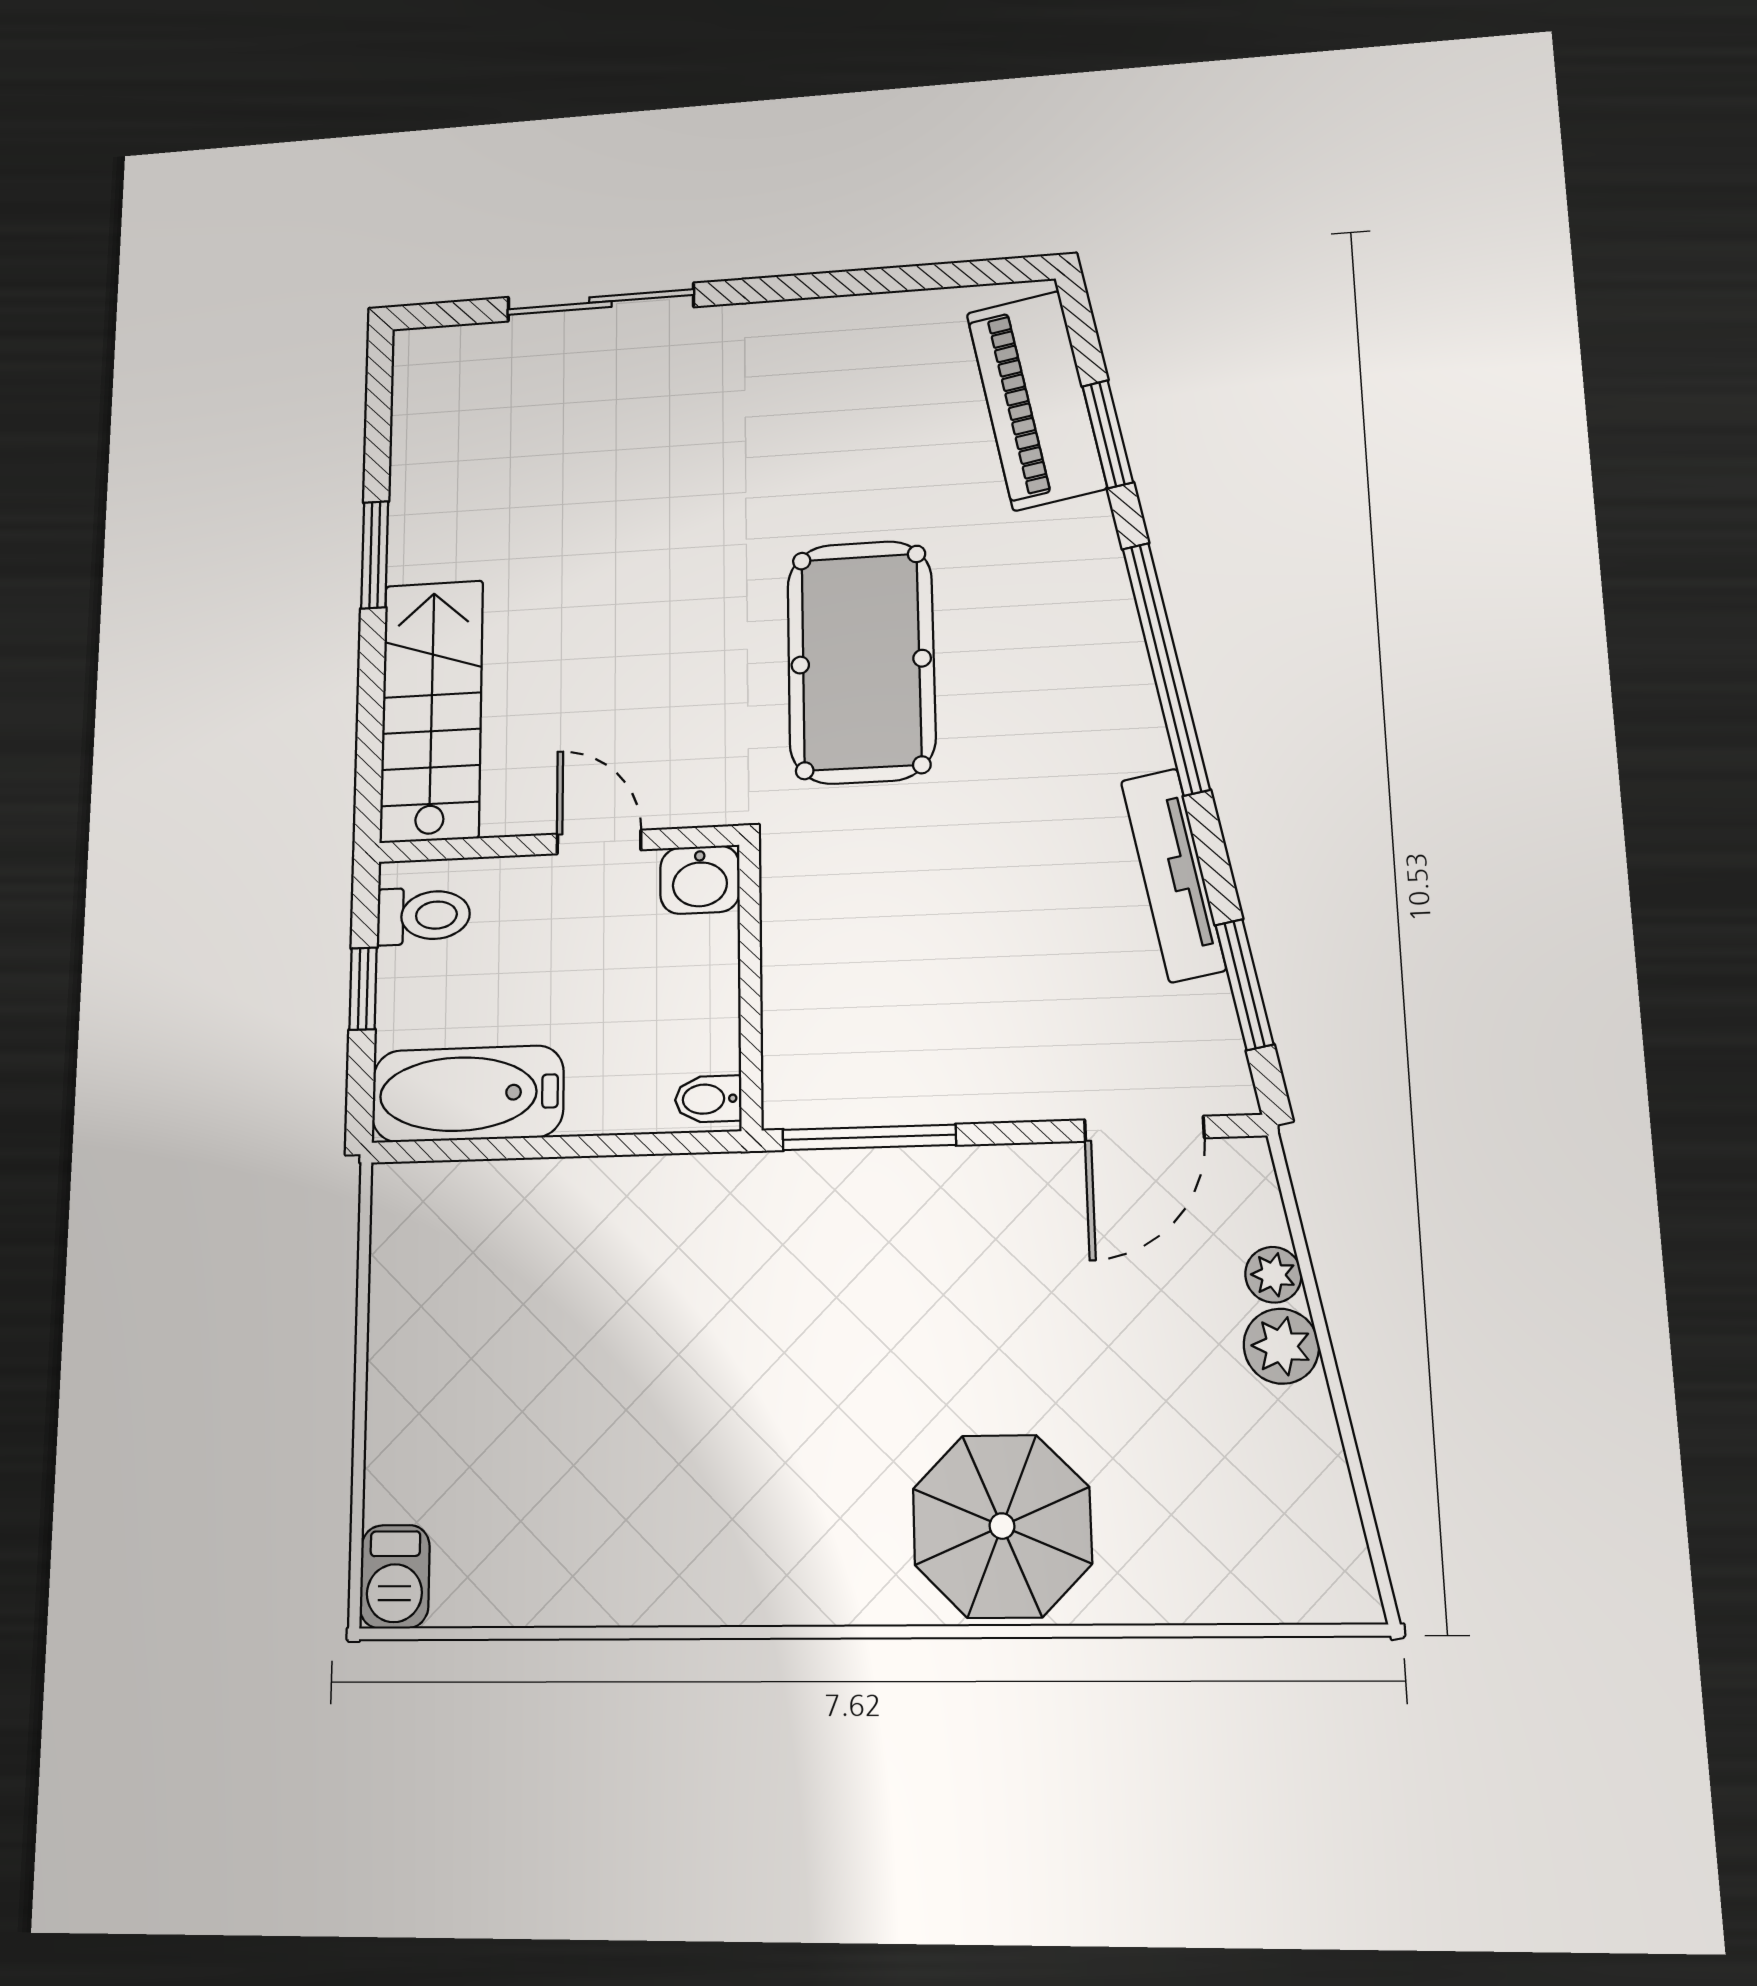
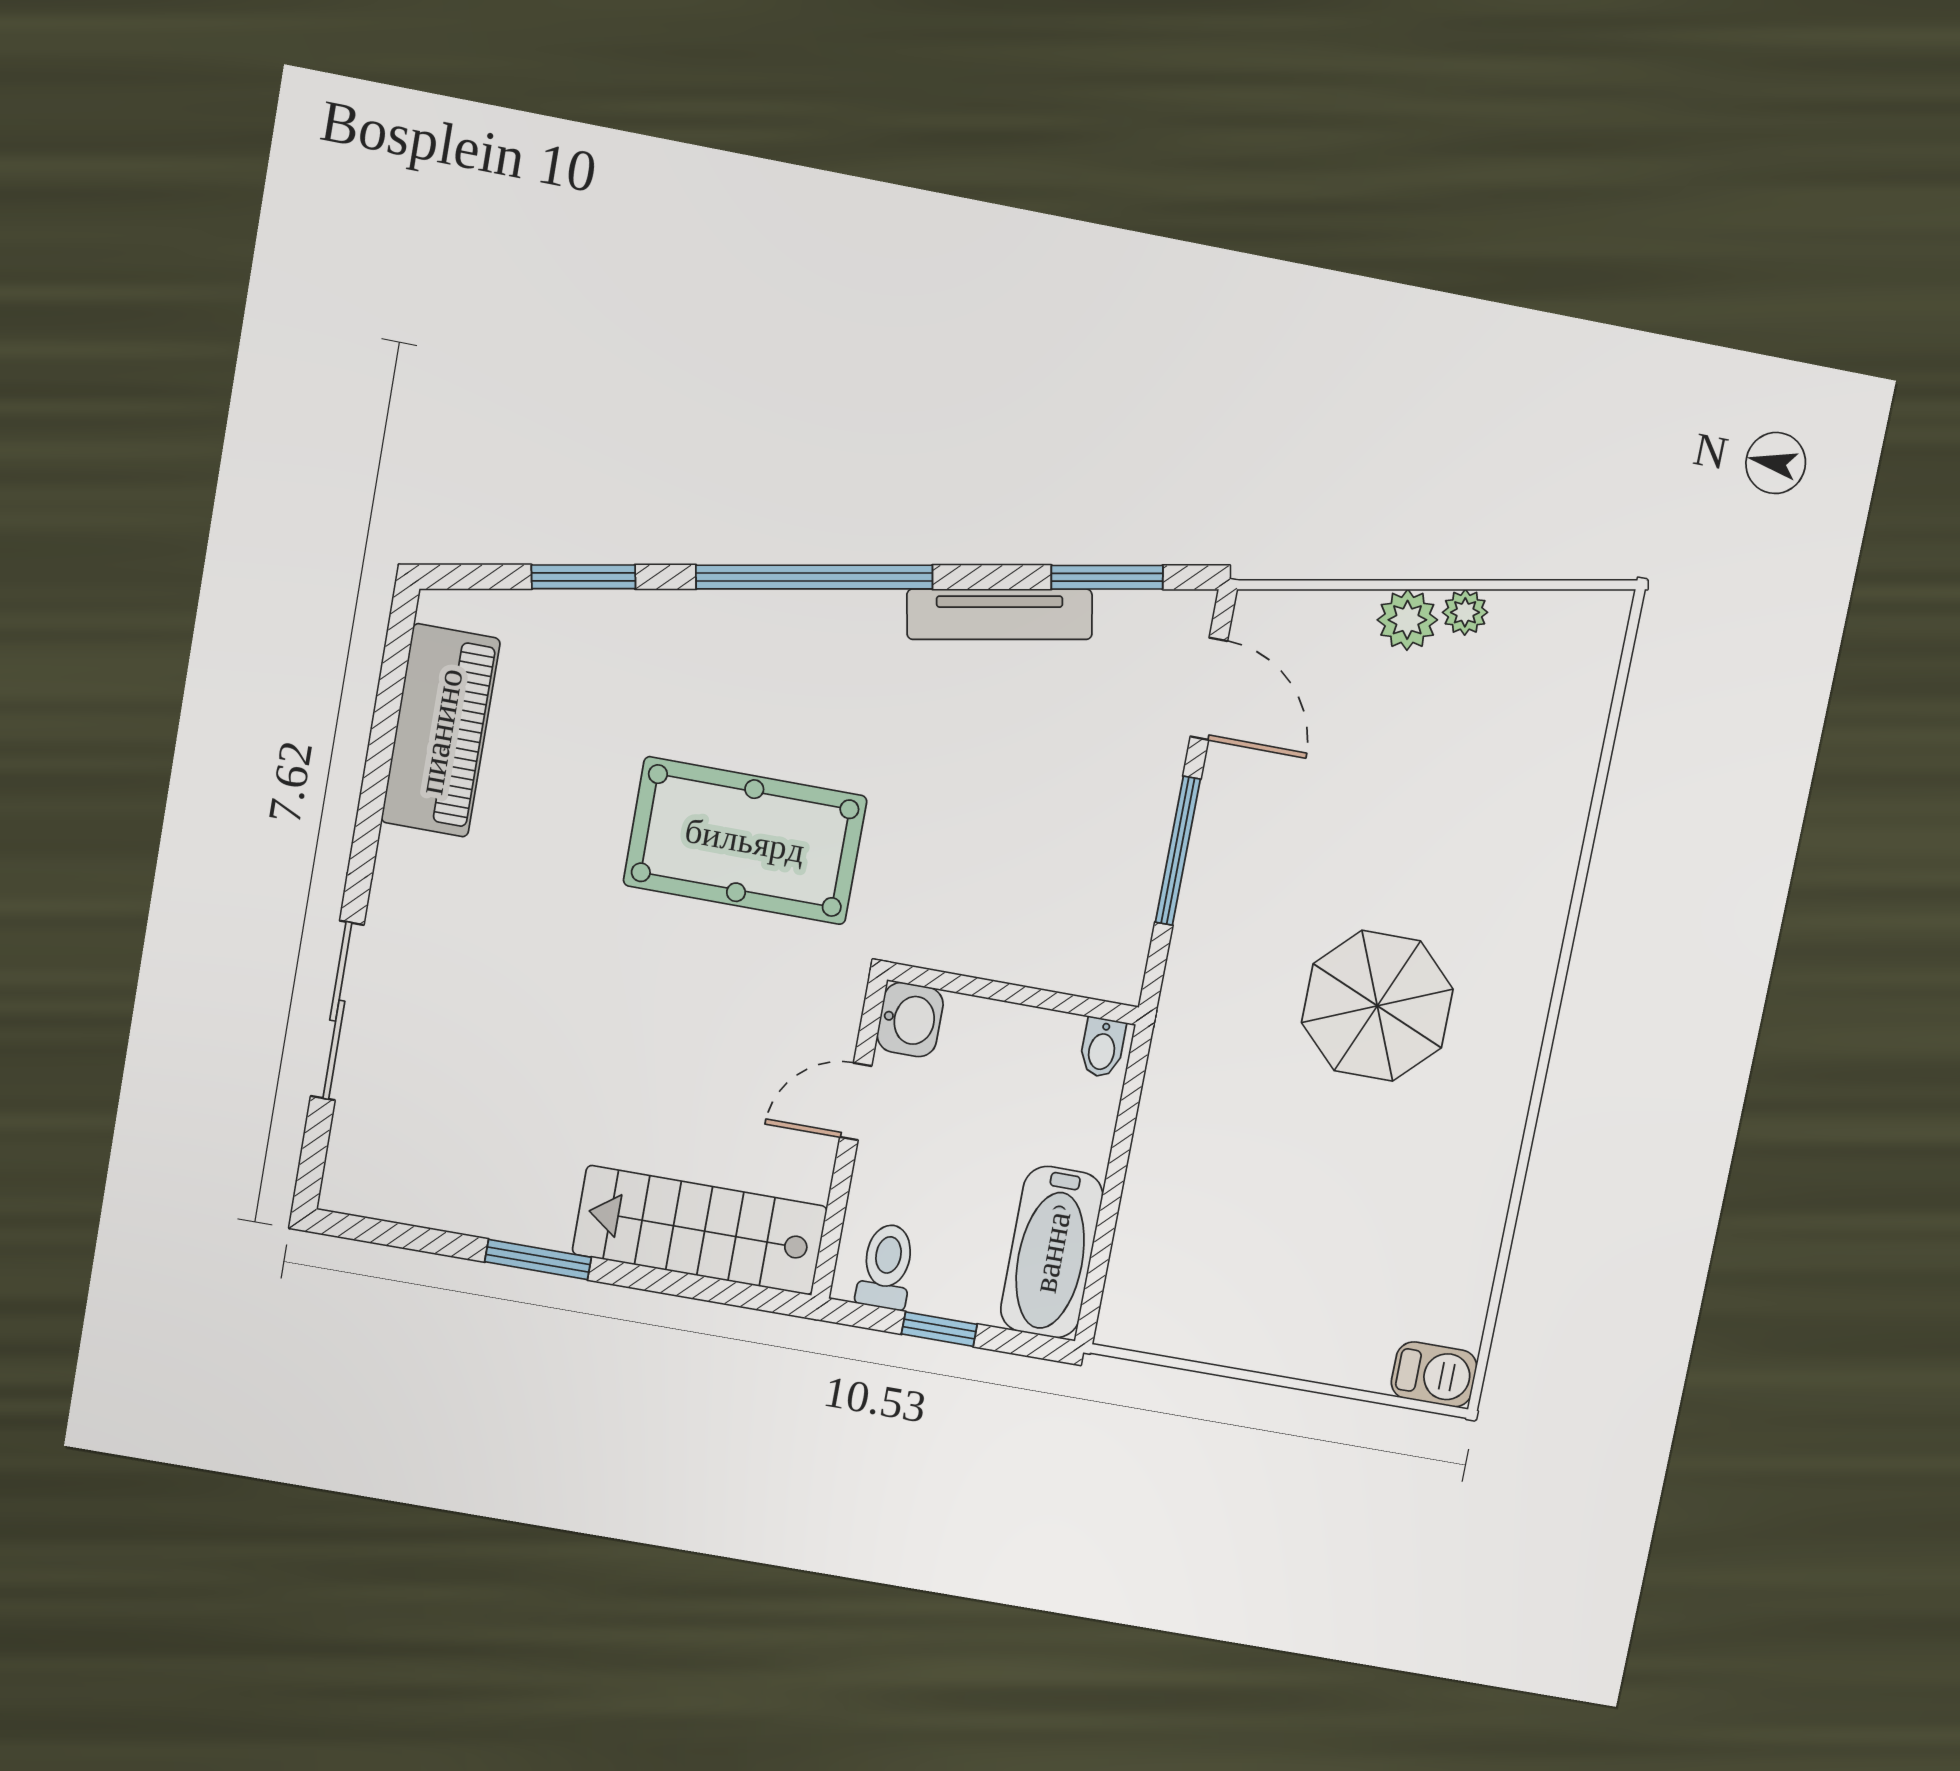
piano: (1036, 400) -> (441, 731), moved, turned -79
window: (869, 1137) -> (1178, 851), moved
plant: (1273, 1275) -> (1465, 612), moved
parasol: (1002, 1526) -> (1377, 1006), moved

